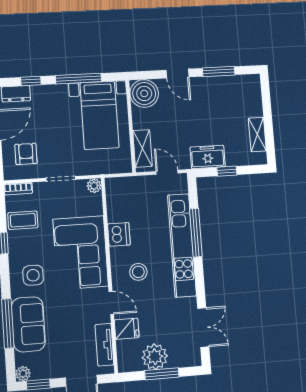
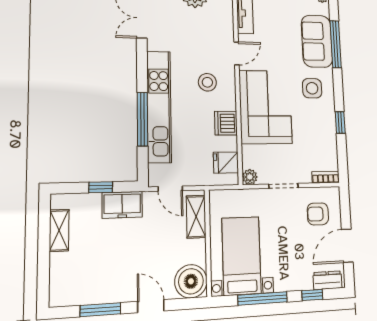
armchair: (26, 154) -> (318, 214), turned 90
coffee table: (23, 220) -> (321, 144), removed
door: (111, 303) -> (237, 53), swing flipped
fridge: (127, 329) -> (226, 162), moved

